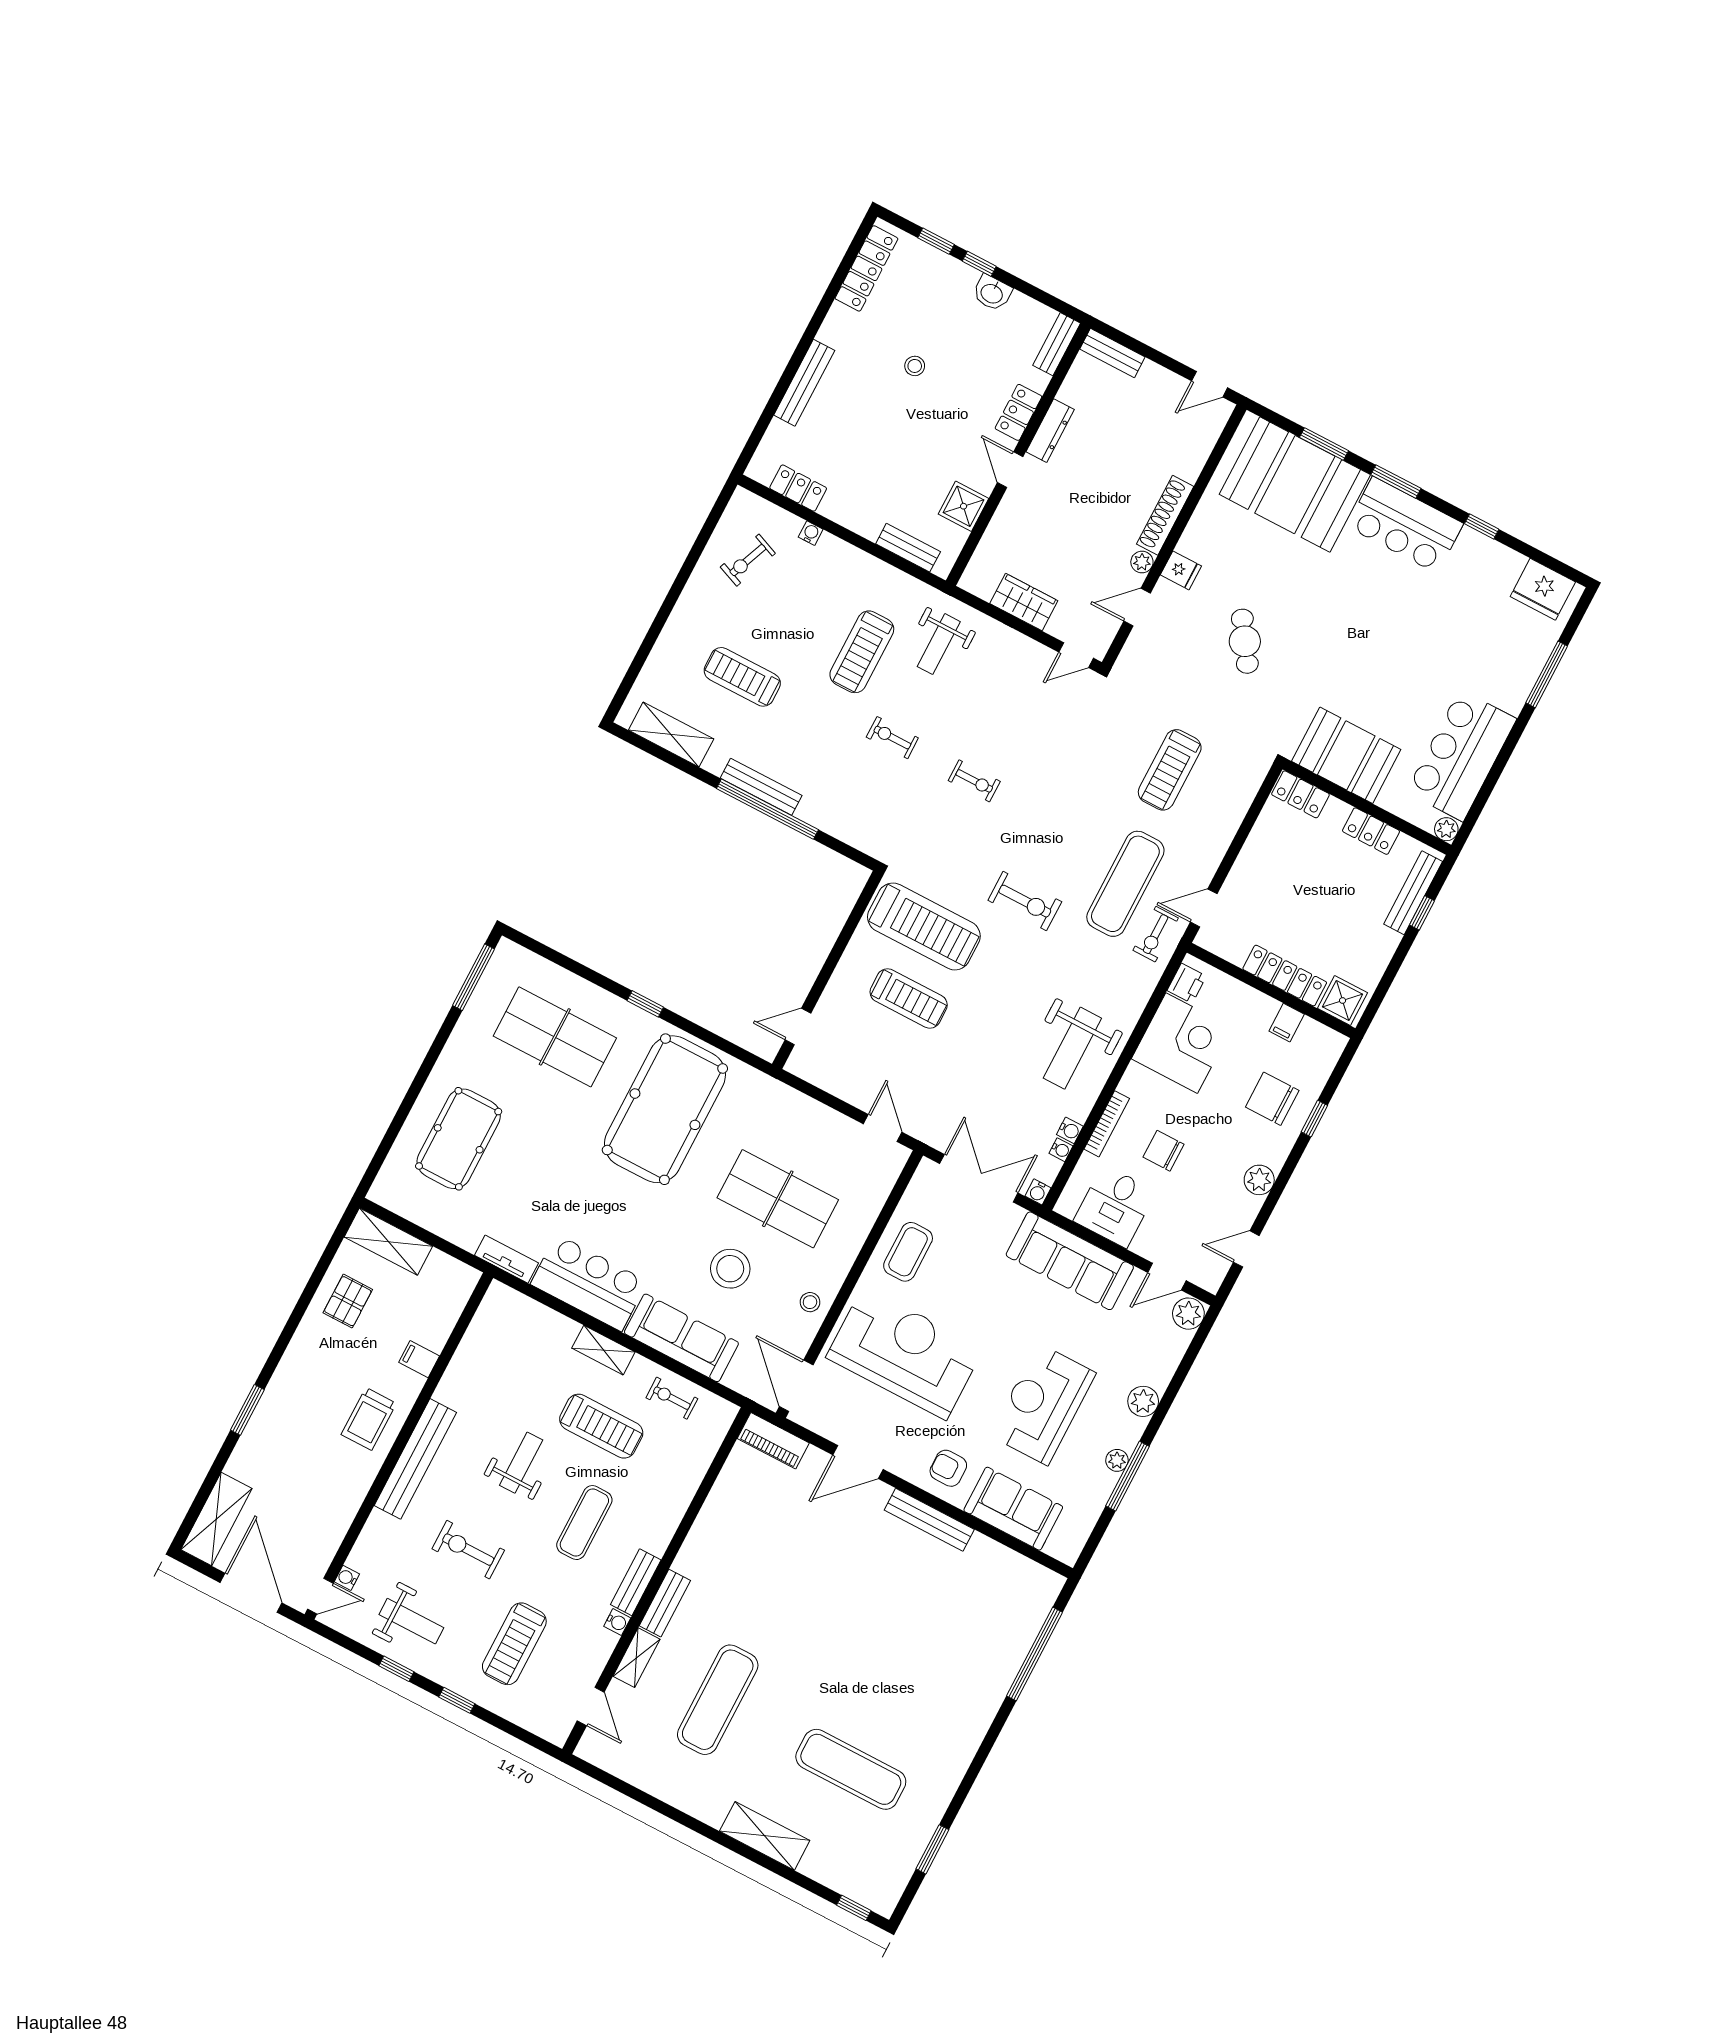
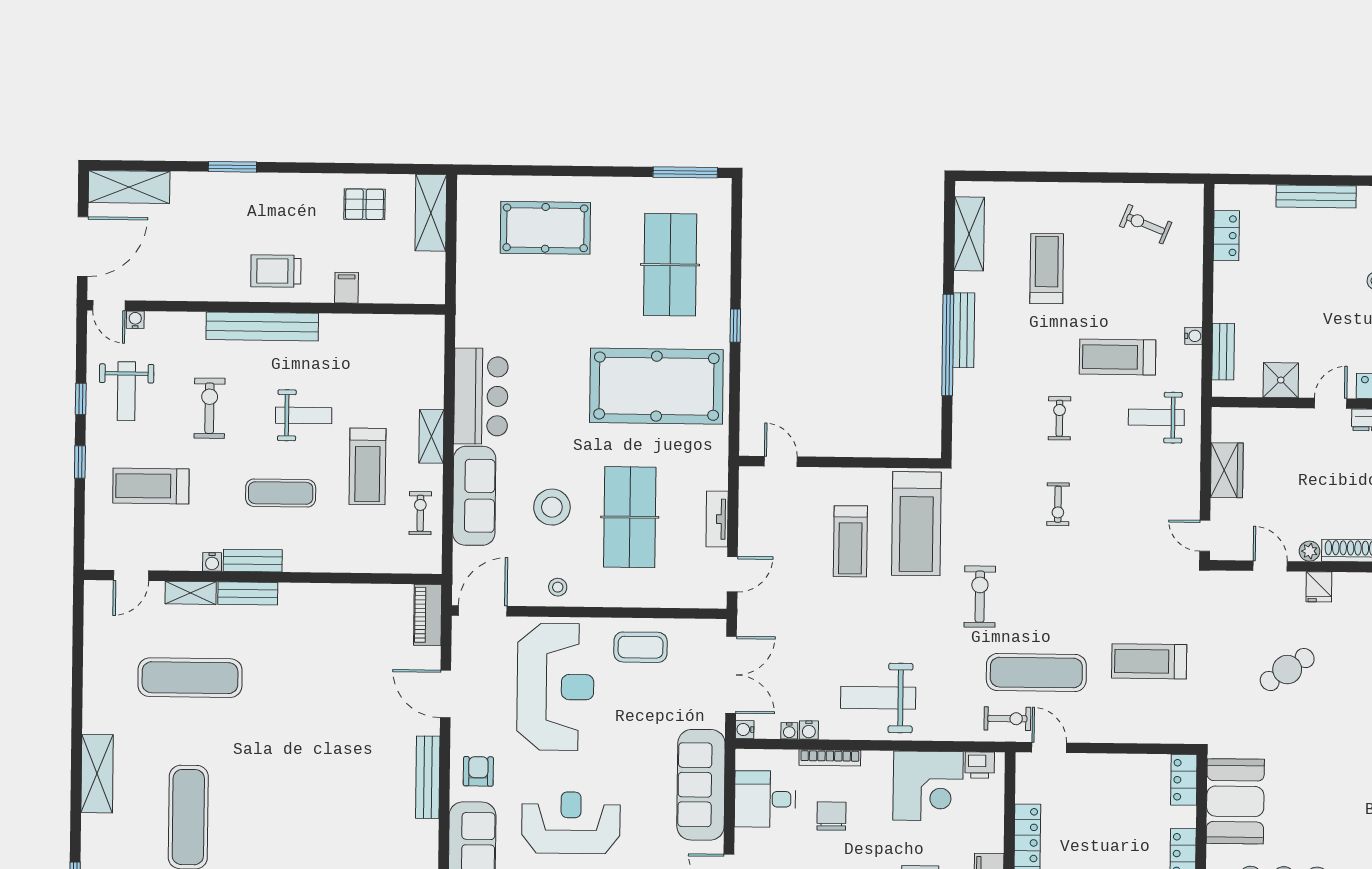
water cooler: (811, 533) -> (1193, 336), moved
exercise bike: (1025, 901) -> (980, 597), turned 180
exercise bike: (1156, 934) -> (1007, 719), turned 180
tv unit: (507, 1259) -> (717, 519), moved, turned 180

